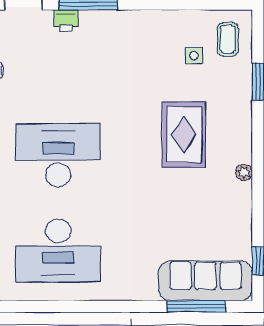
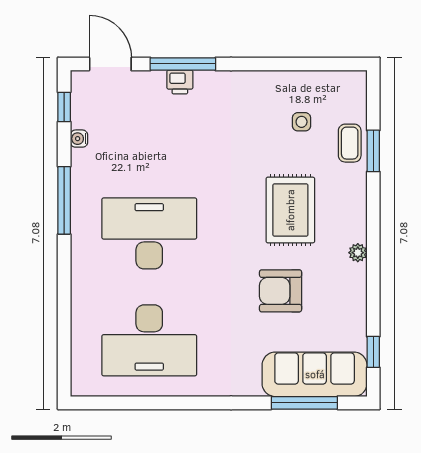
printer: (66, 20) -> (180, 82), moved
coffee table: (228, 39) -> (350, 143), moved
armchair: (175, 207) -> (281, 291), added

